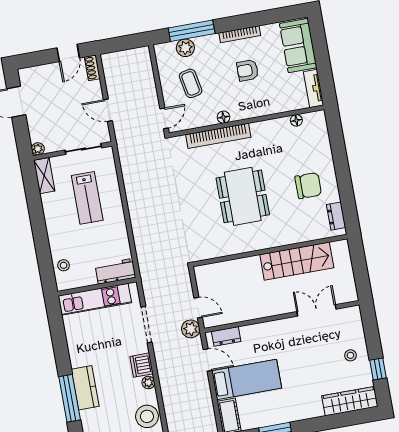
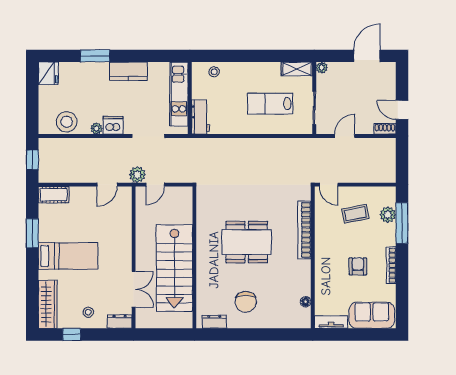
floor lamp: (223, 117) -> (320, 238), removed
stairs: (297, 261) -> (174, 268), width x1.36, depth x1.51
dresser: (226, 336) -> (120, 322), moved, turned 90
bed: (247, 379) -> (68, 256), moved, turned -90
kitchen counter: (85, 388) -> (128, 71), moved
window: (70, 398) -> (95, 56), width x0.69

